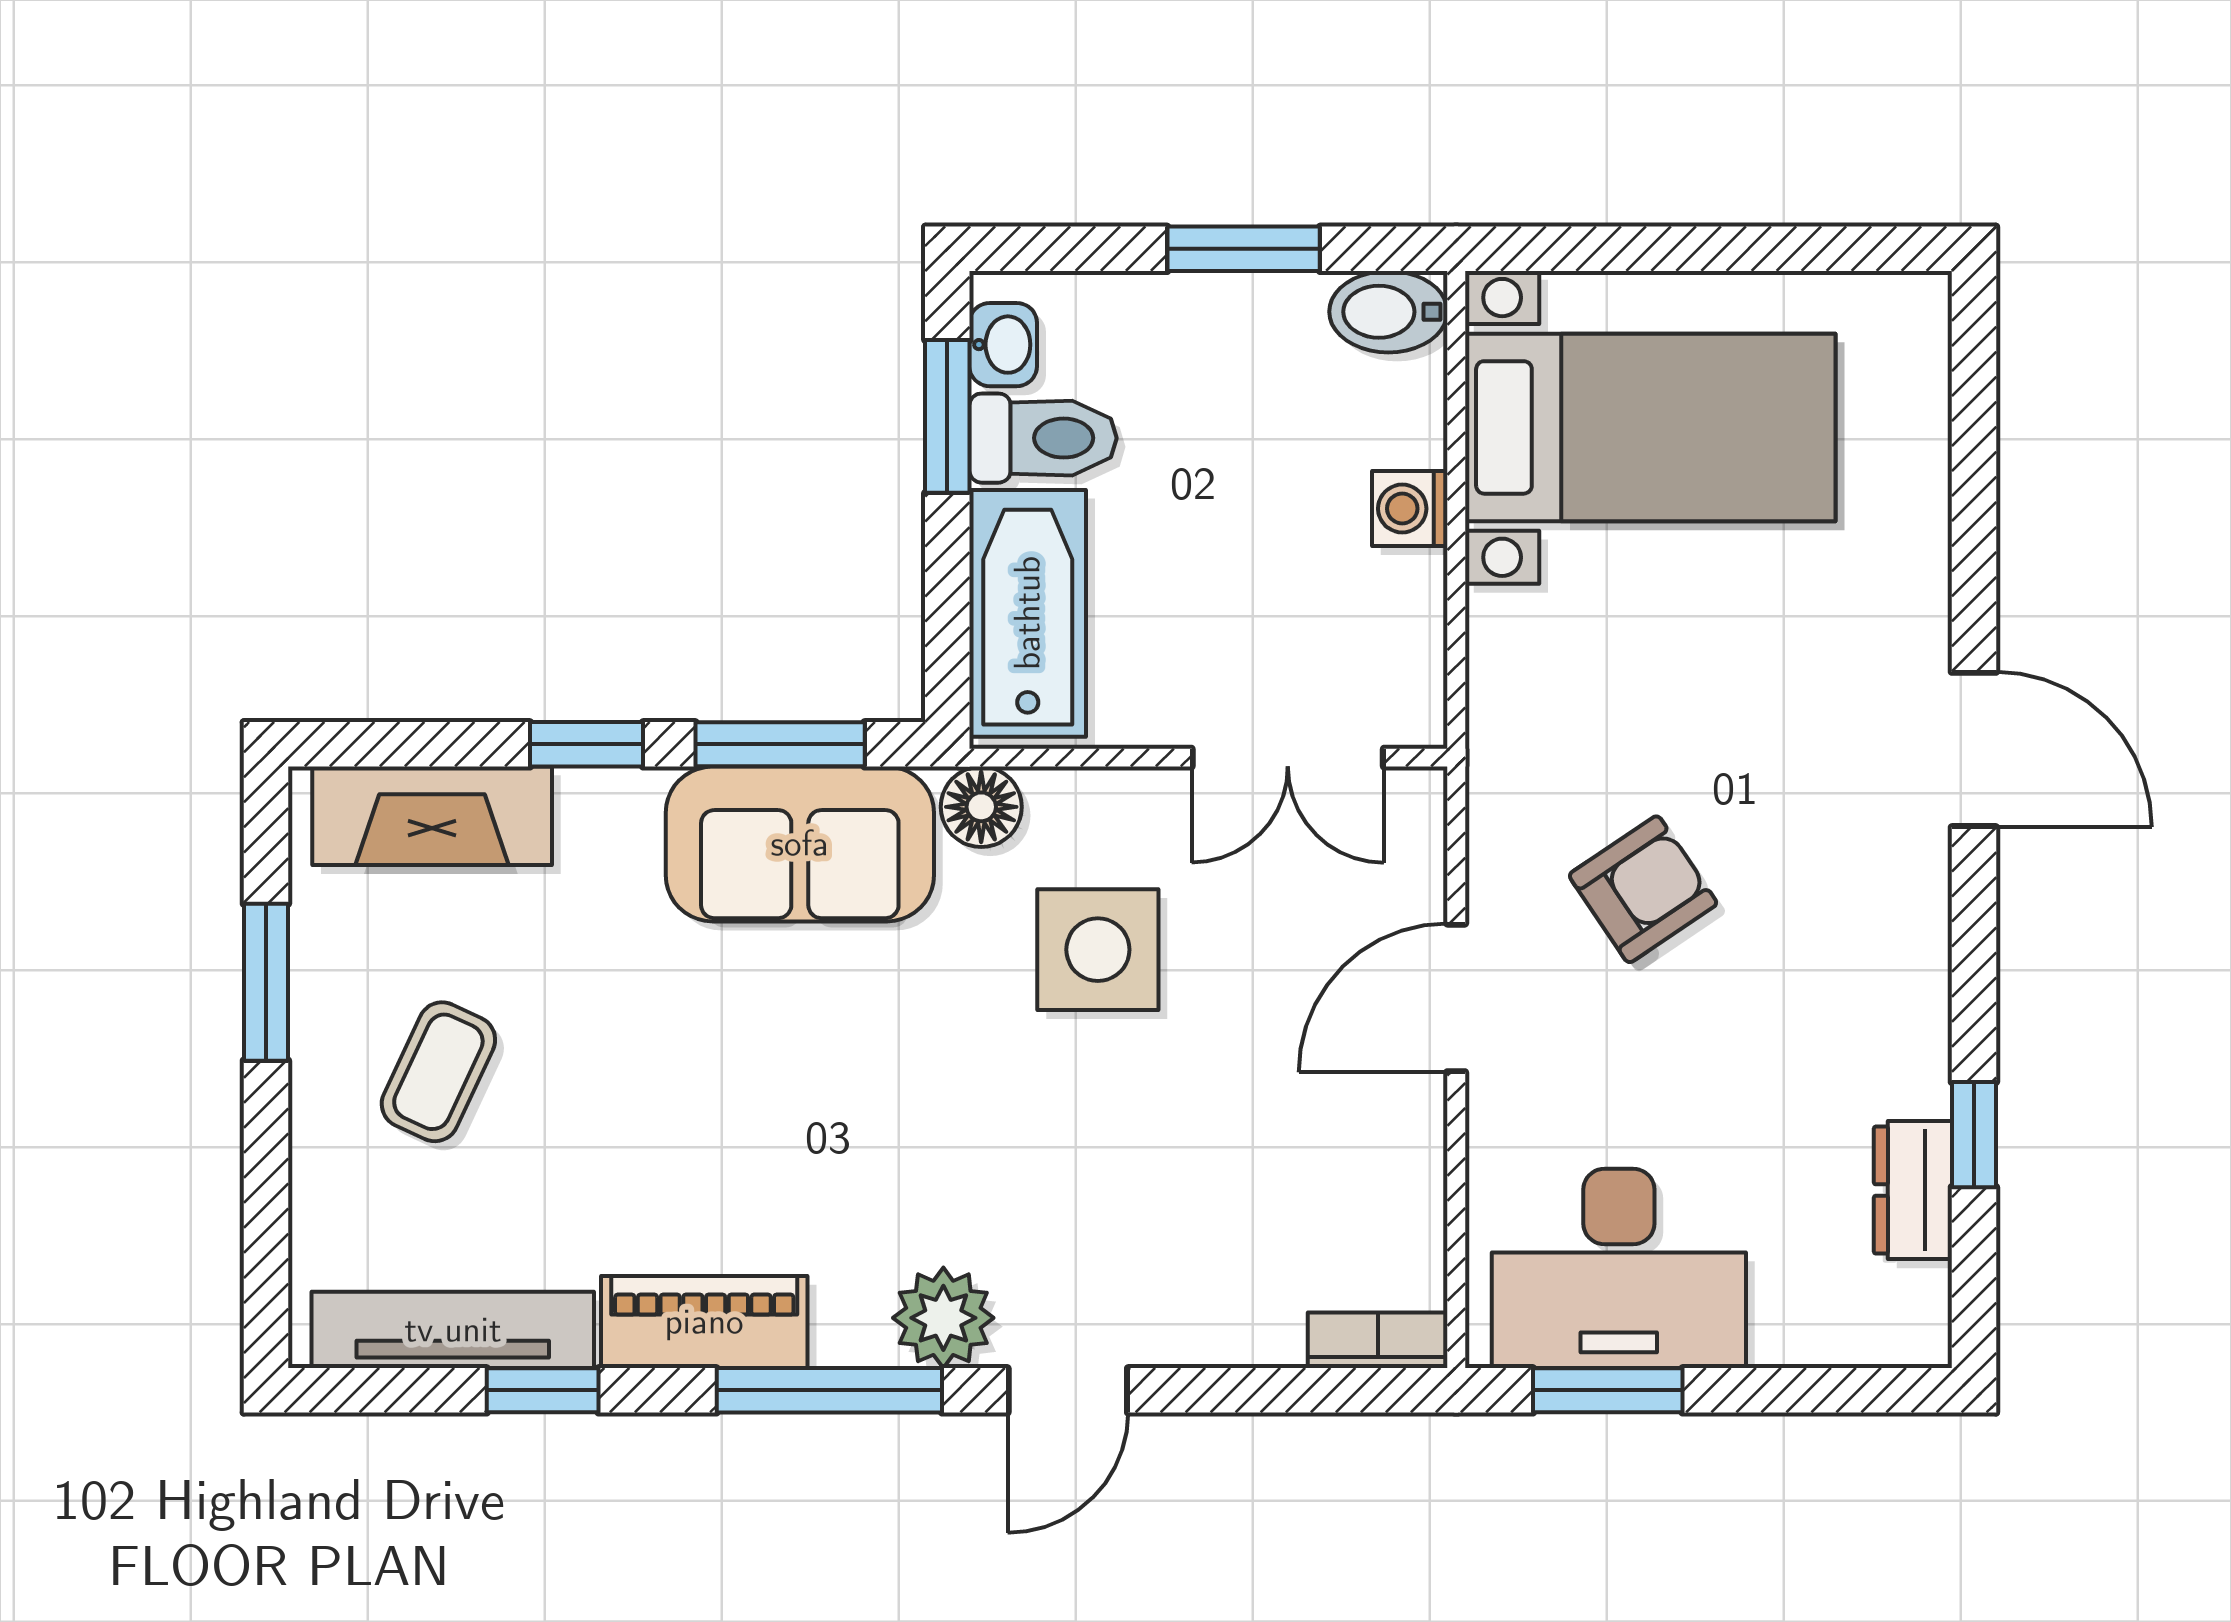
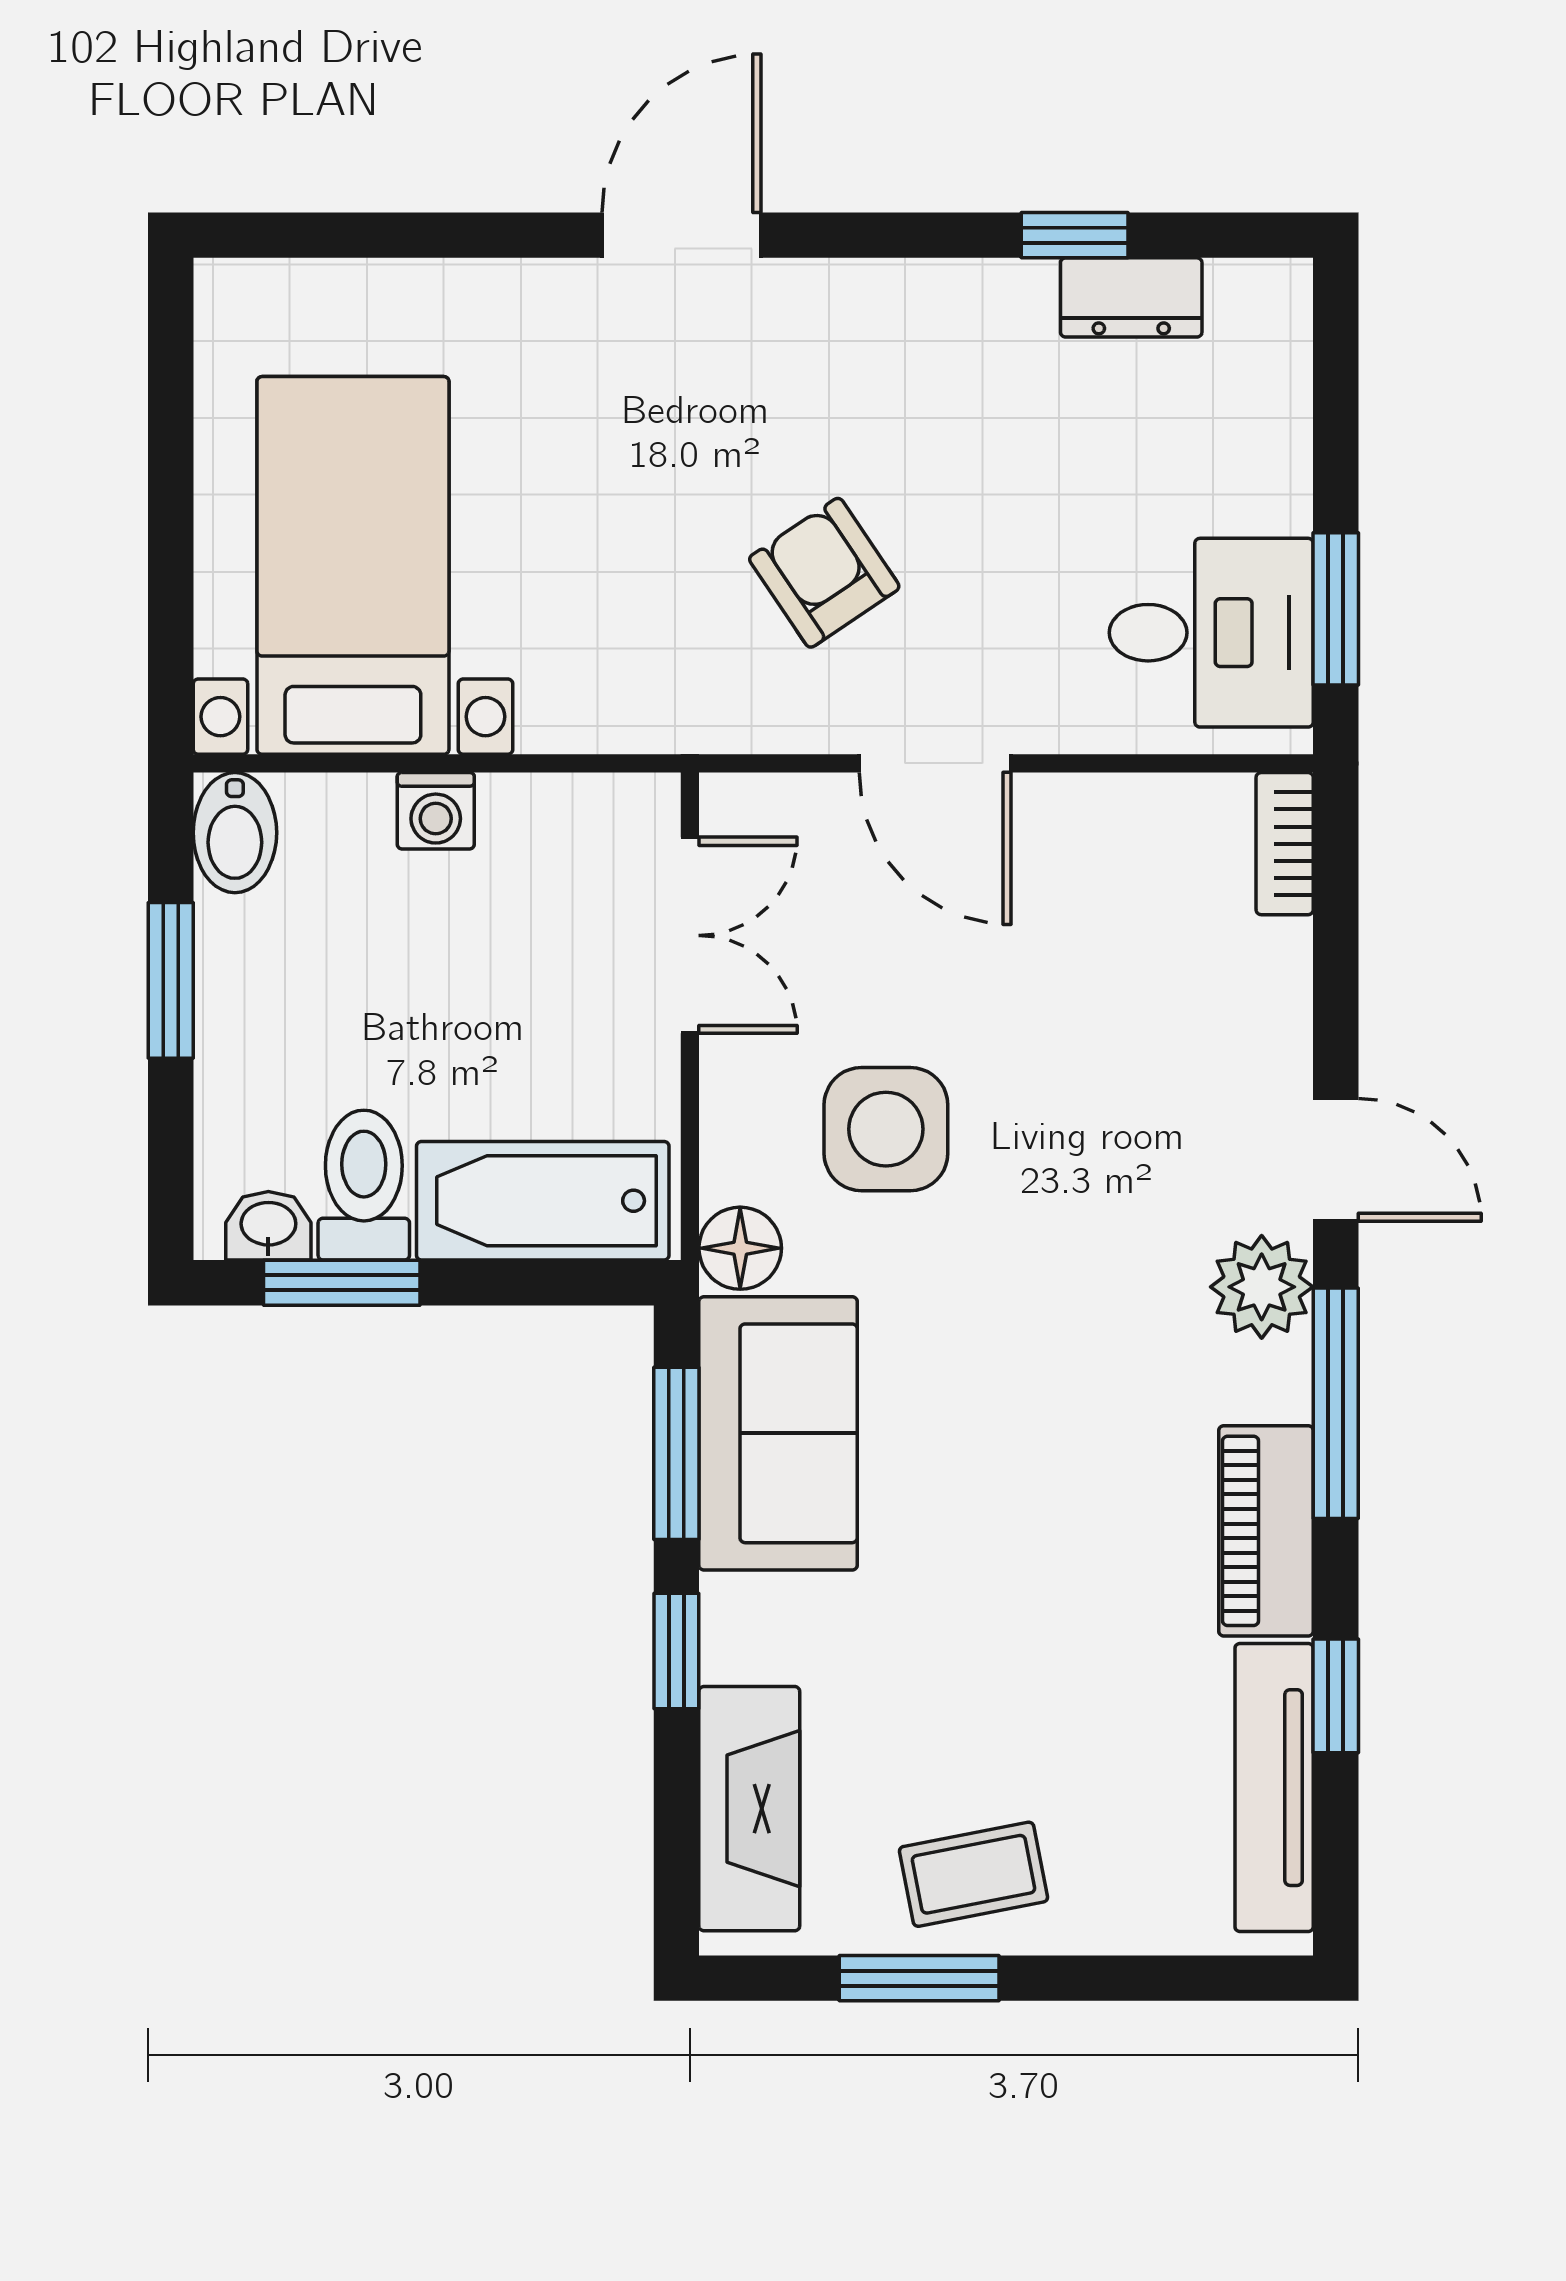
coffee table: (438, 1072) -> (974, 1874), moved, turned -36
desk: (1619, 1268) -> (1211, 633), width x0.73

